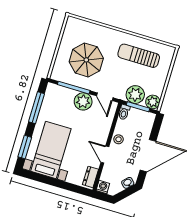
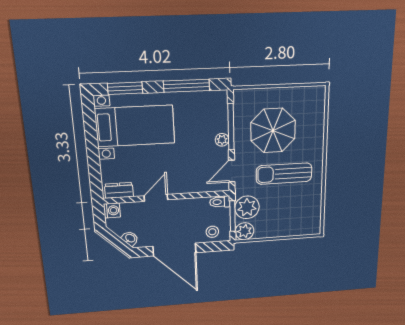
sun lounger: (139, 56) -> (284, 174), moved, turned -90
plant: (83, 101) -> (222, 140), width x0.53, depth x0.53
stool: (119, 139) -> (212, 232), moved

